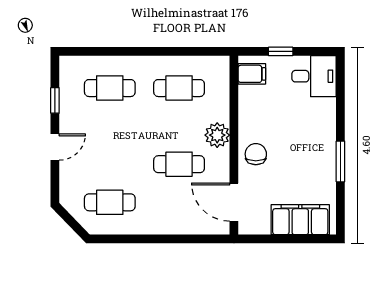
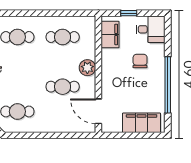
filing cabinet: (252, 74) -> (110, 34), width x2.00
chair: (256, 154) -> (140, 61), moved
window: (340, 161) -> (168, 85), width x2.11

